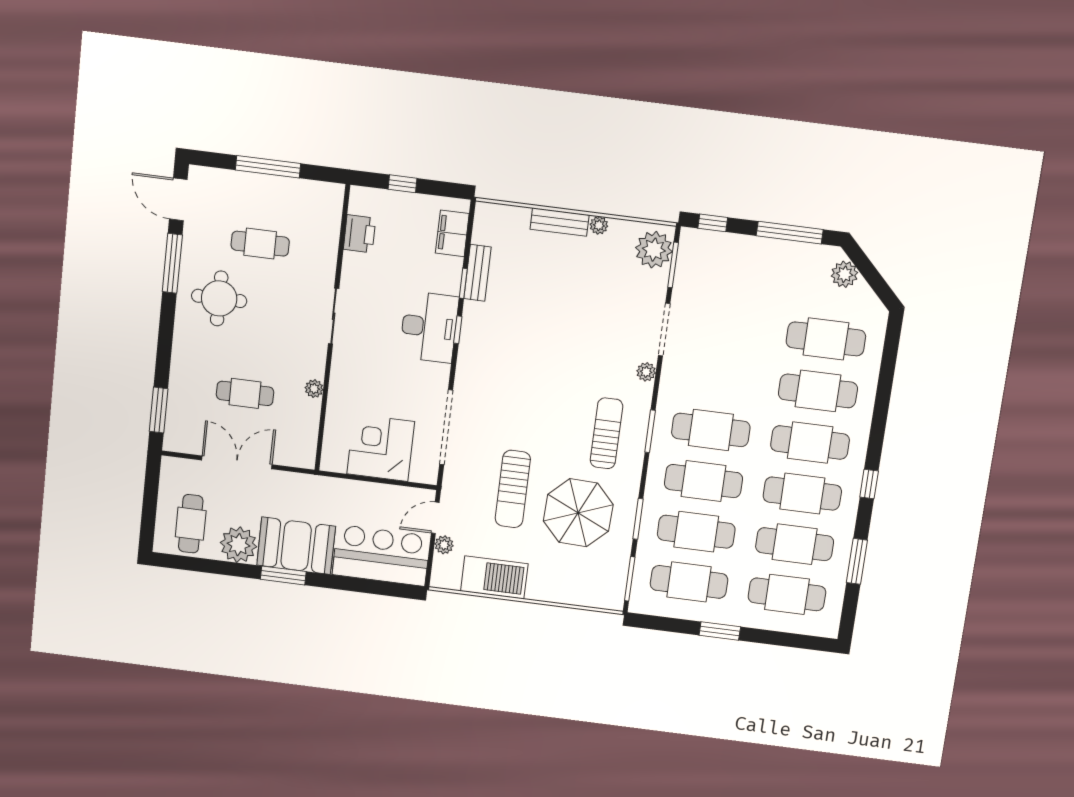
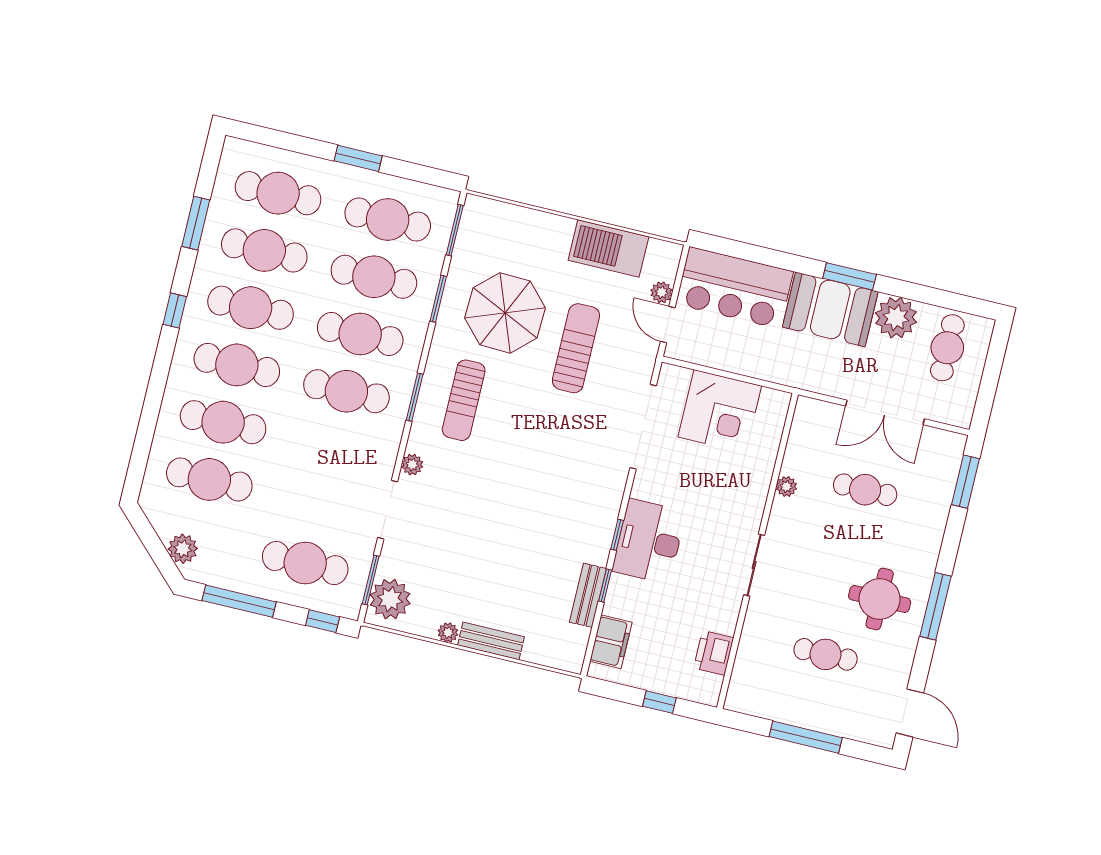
window: (172, 263) -> (936, 606), moved
cafe table: (733, 274) -> (305, 563), added
door: (435, 518) -> (668, 325), swing flipped

